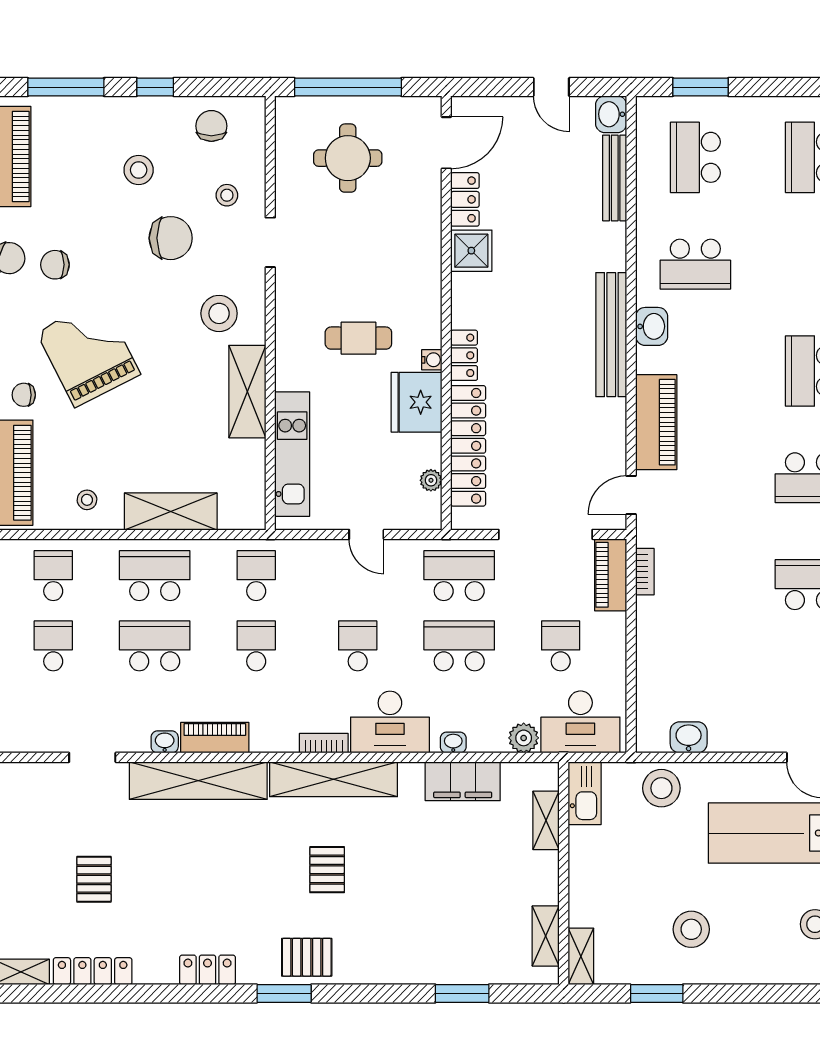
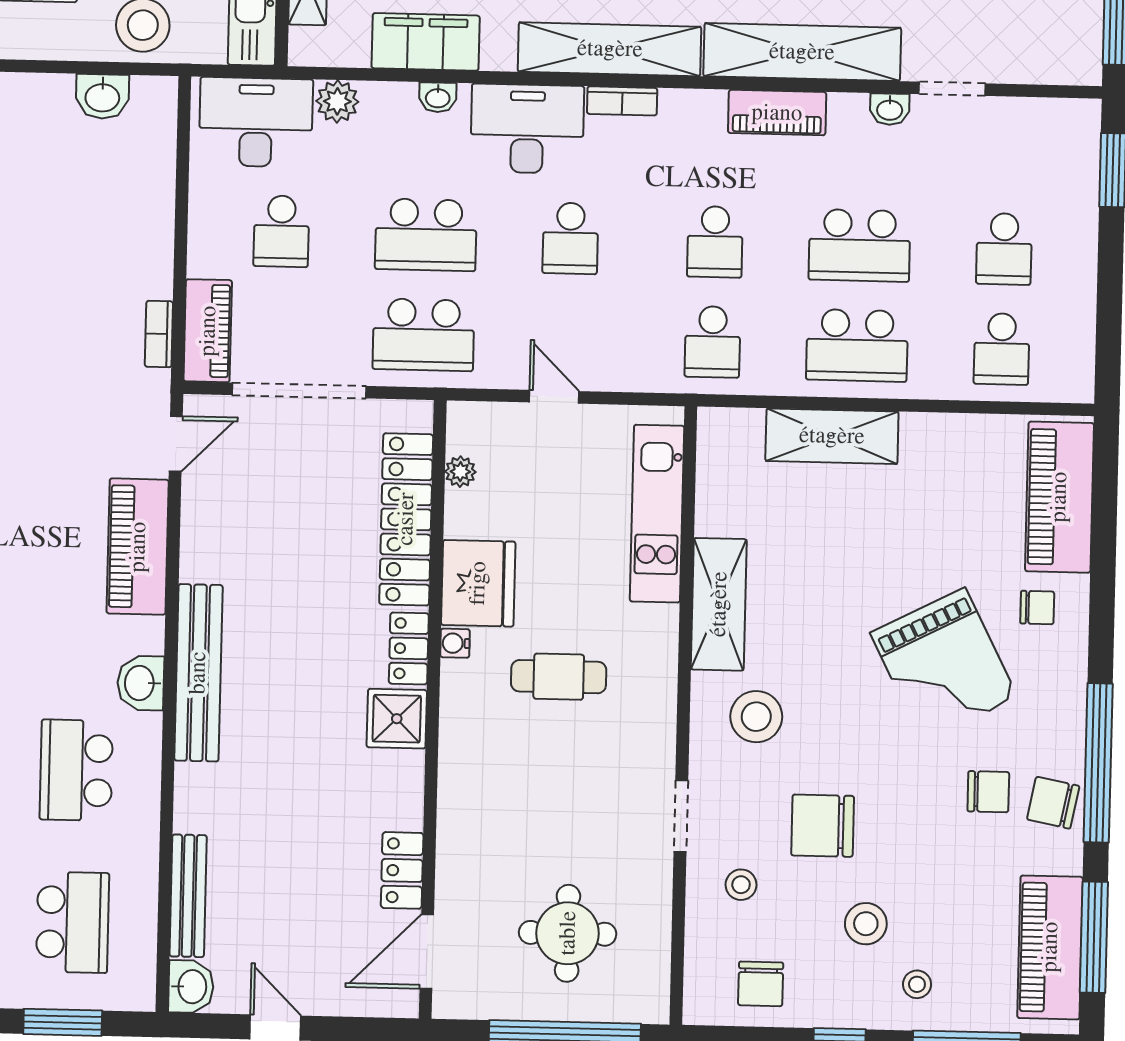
shower: (471, 251) -> (397, 719), moved
school desk: (695, 264) -> (76, 770), turned -90
stool: (87, 500) -> (917, 984), moved
washbasin: (165, 742) -> (890, 109), moved

